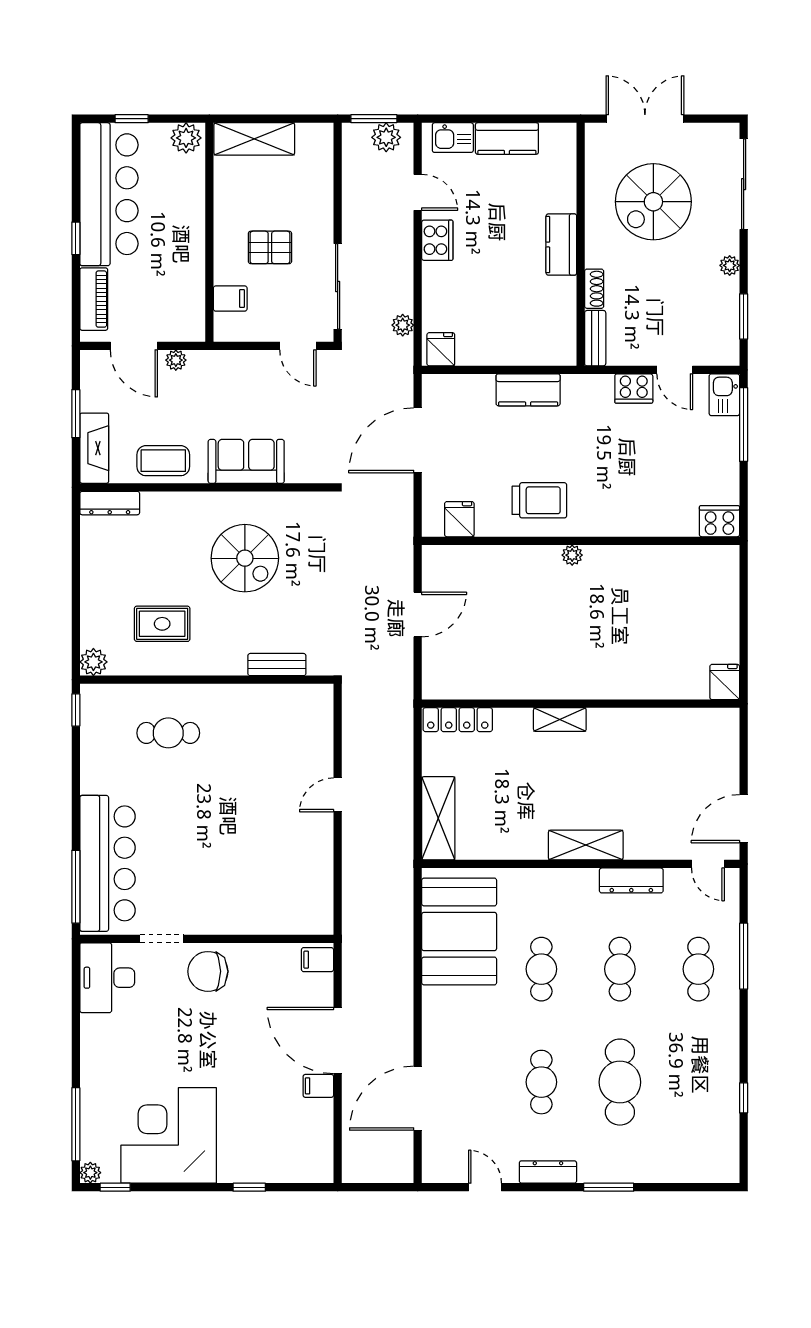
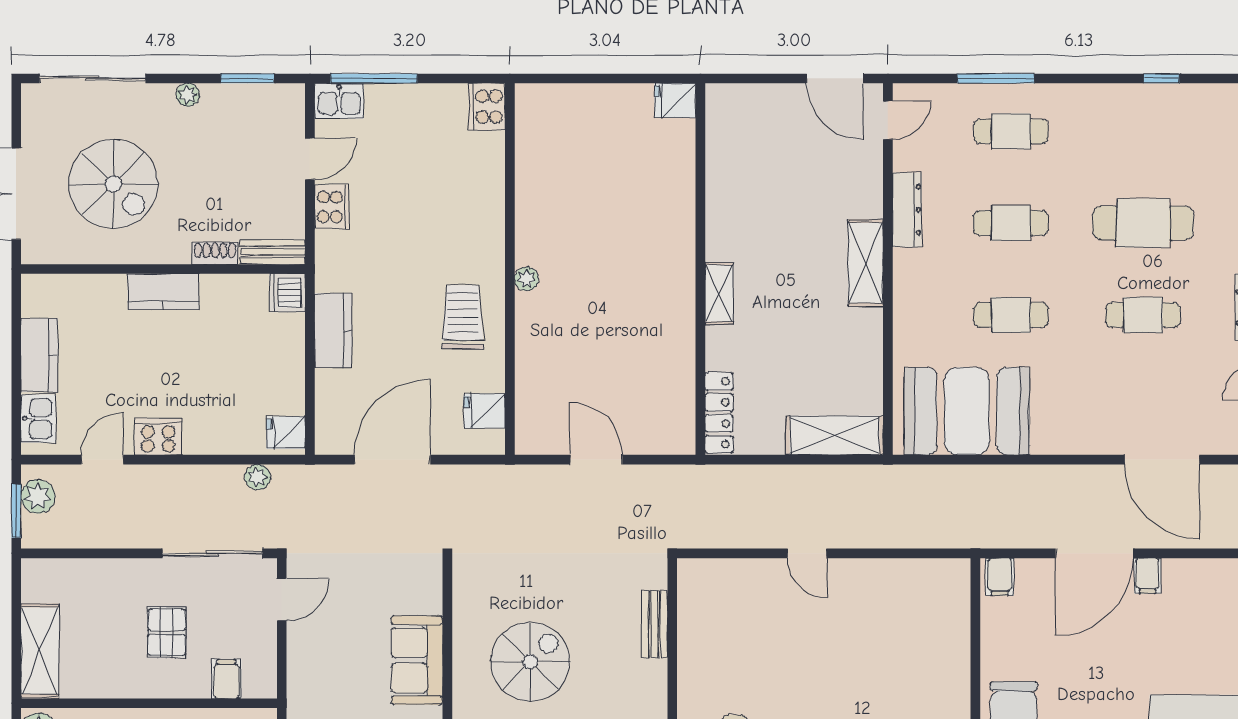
dishwasher: (560, 350) -> (287, 293), added
door: (418, 440) -> (392, 460), swing flipped

